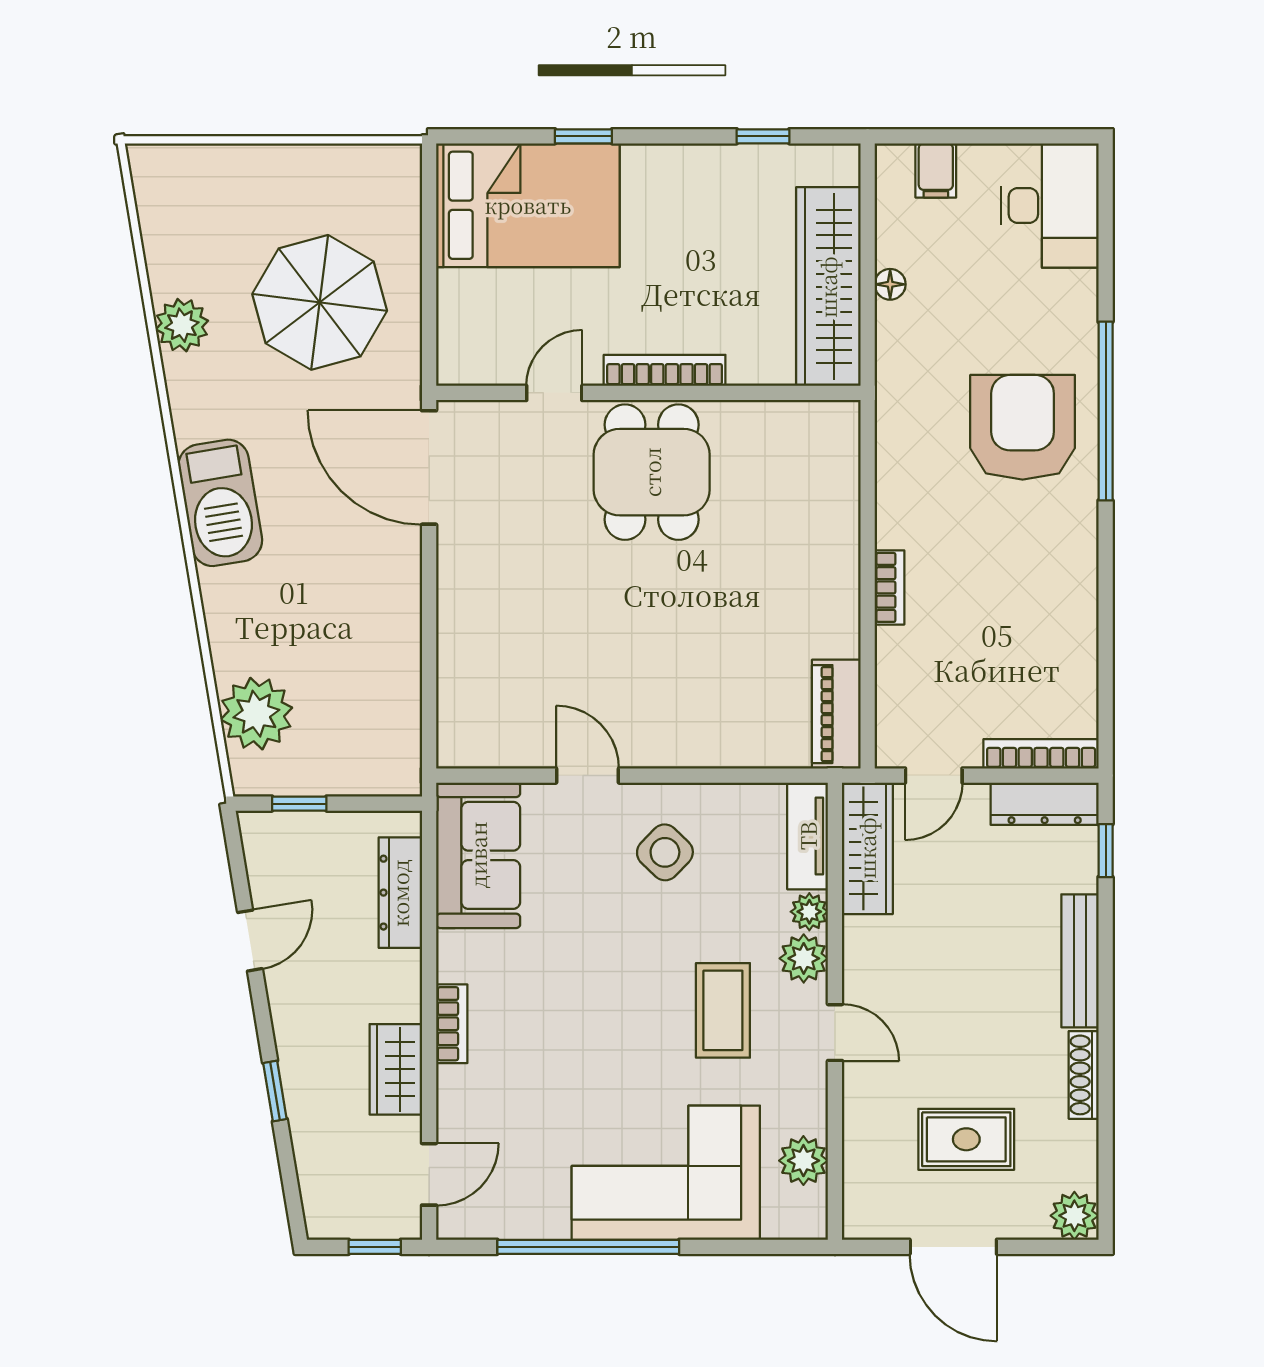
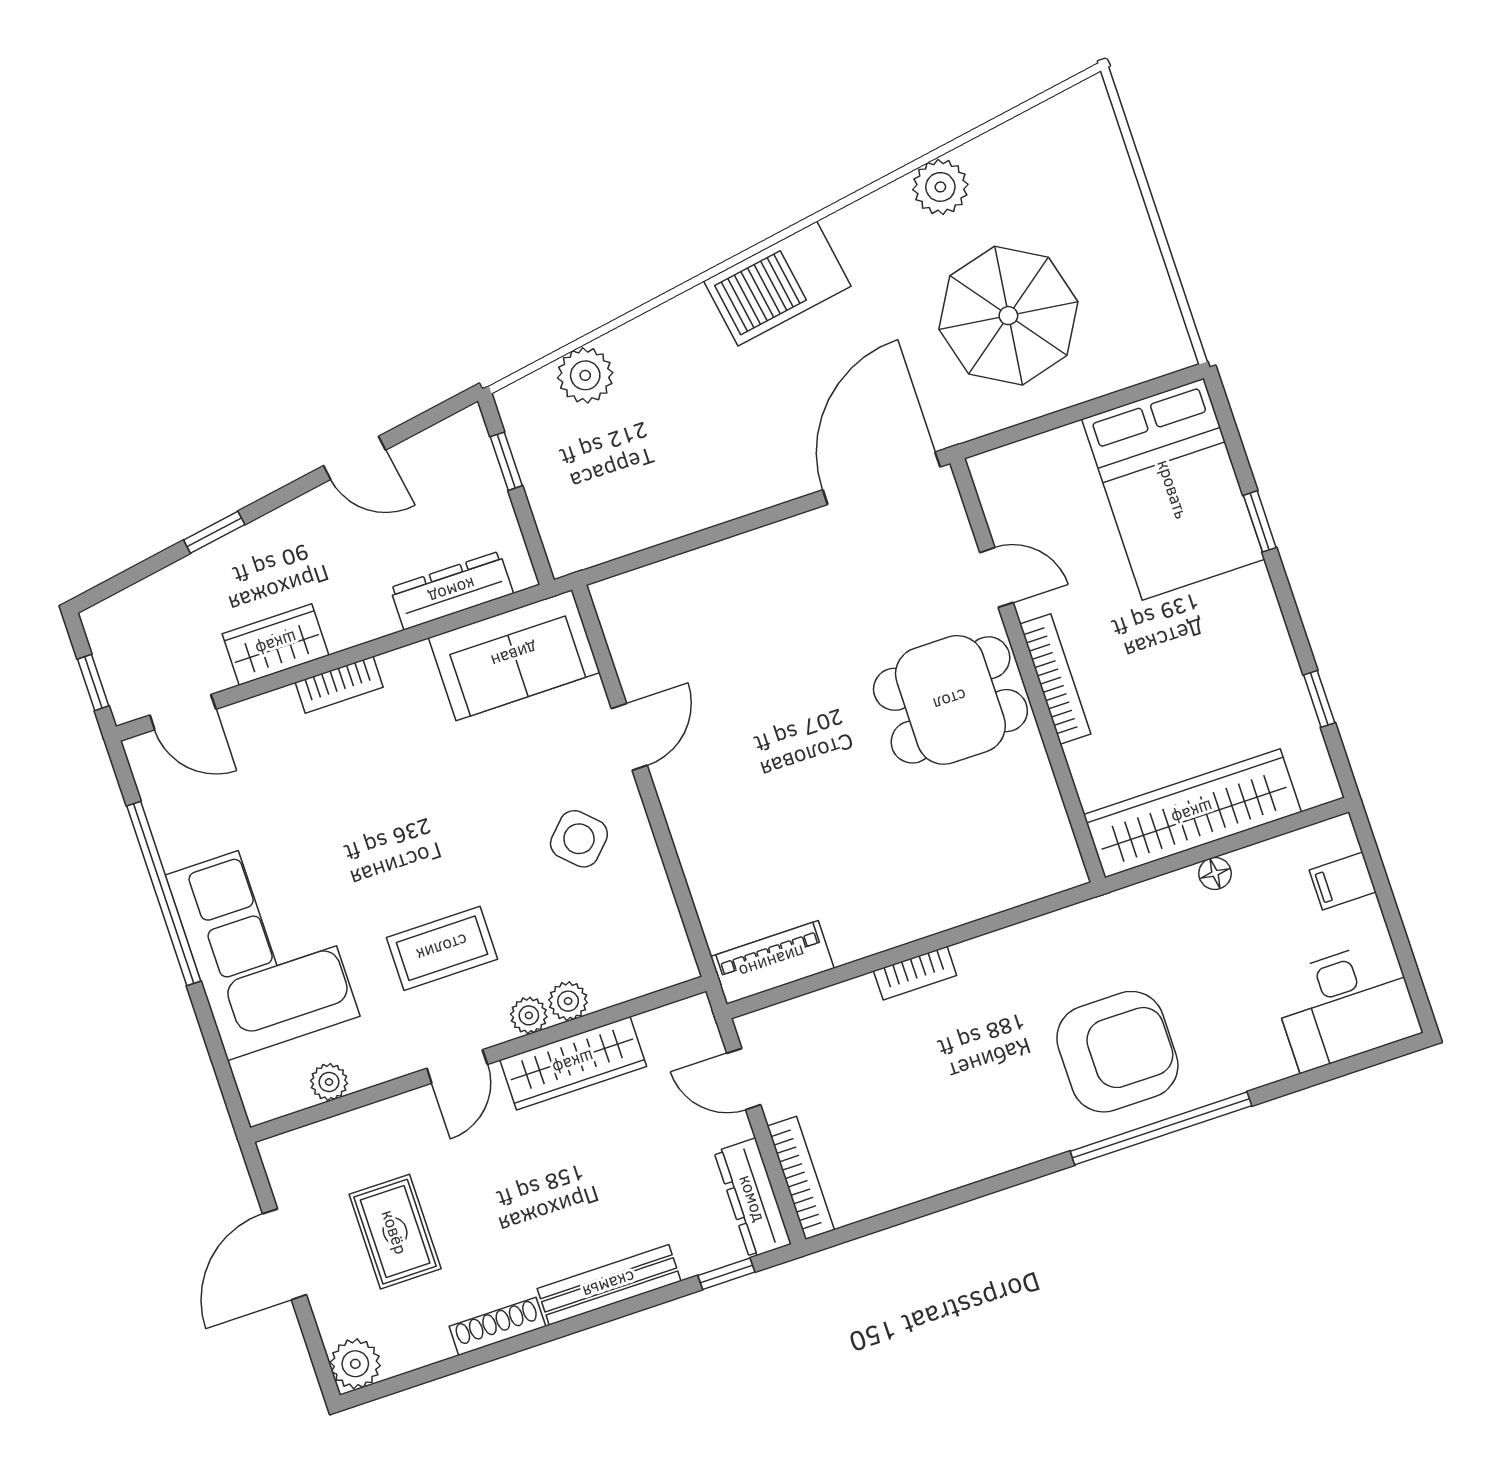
plant: (256, 714) -> (585, 375), width x0.73, depth x0.73
tv unit: (808, 836) -> (642, 974), removed
wardrobe: (867, 848) -> (573, 1063), moved
plant: (804, 958) -> (529, 1015), width x0.73, depth x0.73
plant: (803, 1161) -> (329, 1082), width x0.73, depth x0.73

